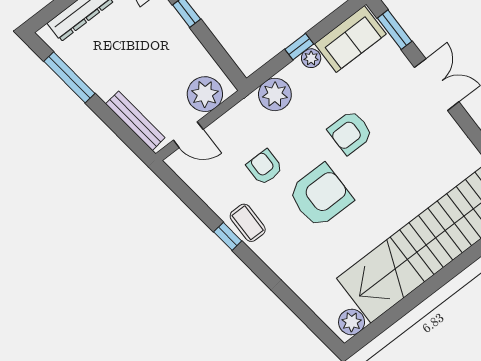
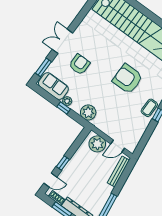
armchair: (350, 132) -> (79, 64), moved, turned -90
door: (188, 135) -> (118, 146), swing flipped
armchair: (265, 167) -> (122, 108), removed

